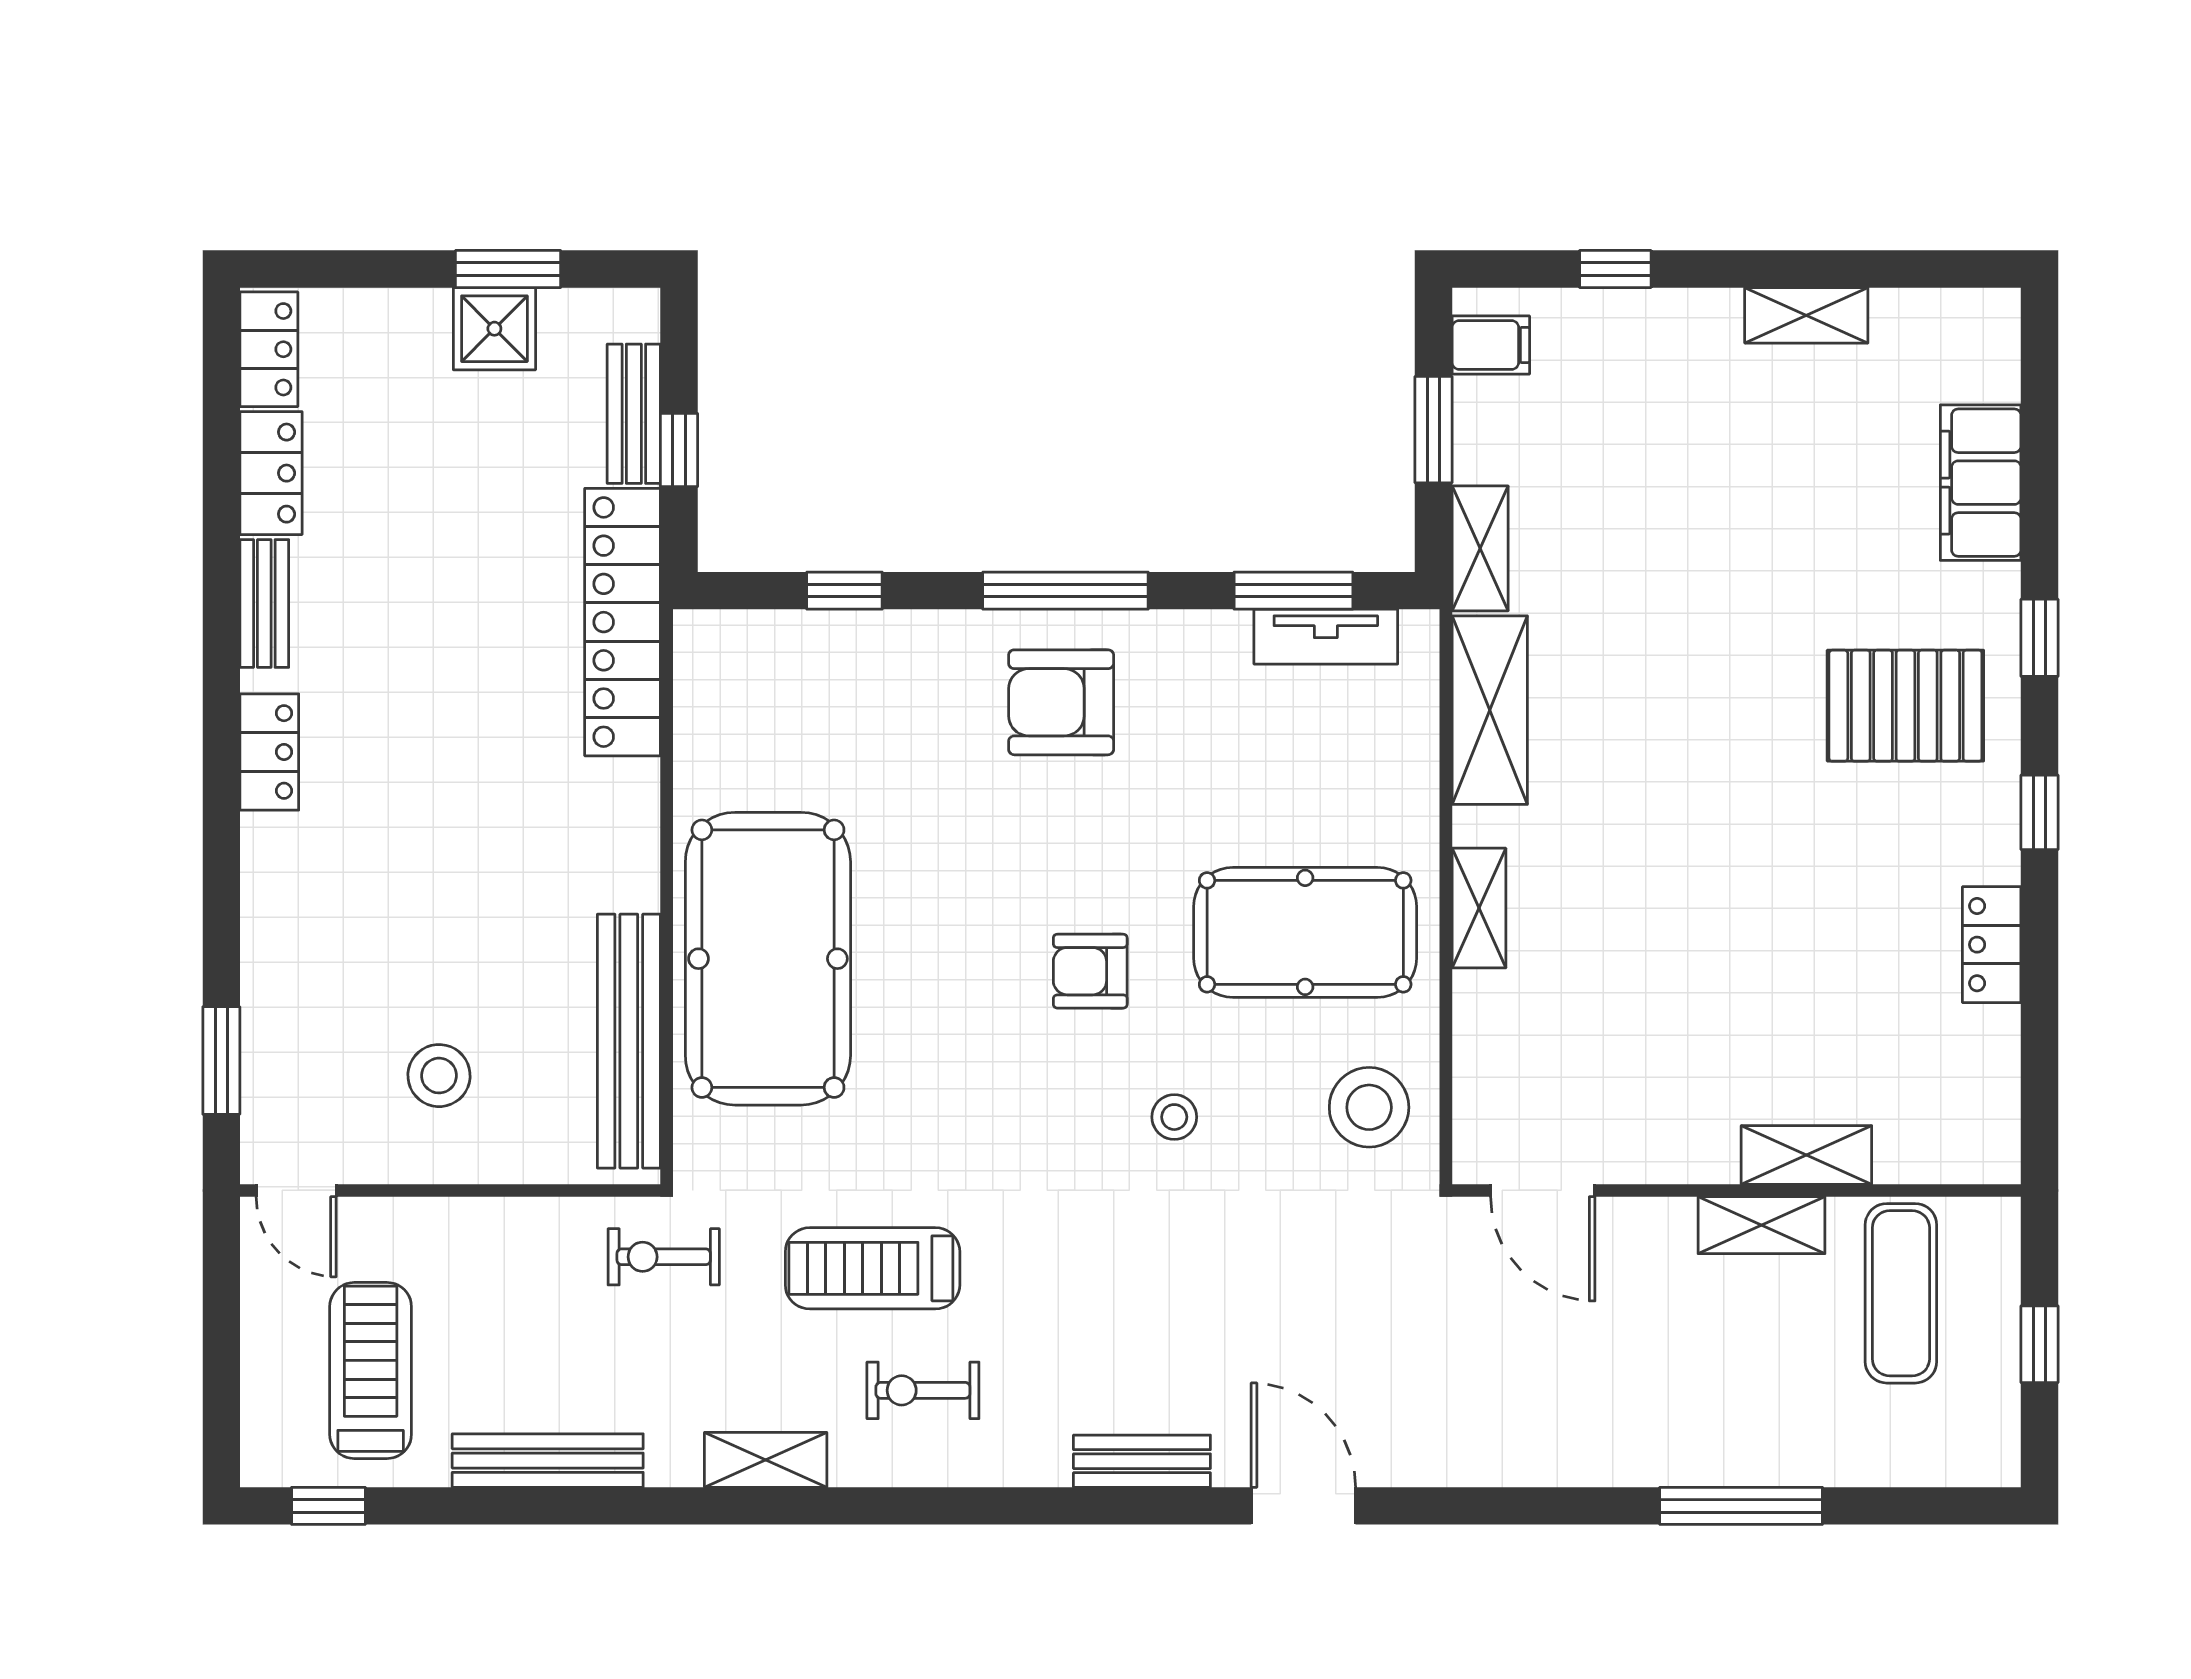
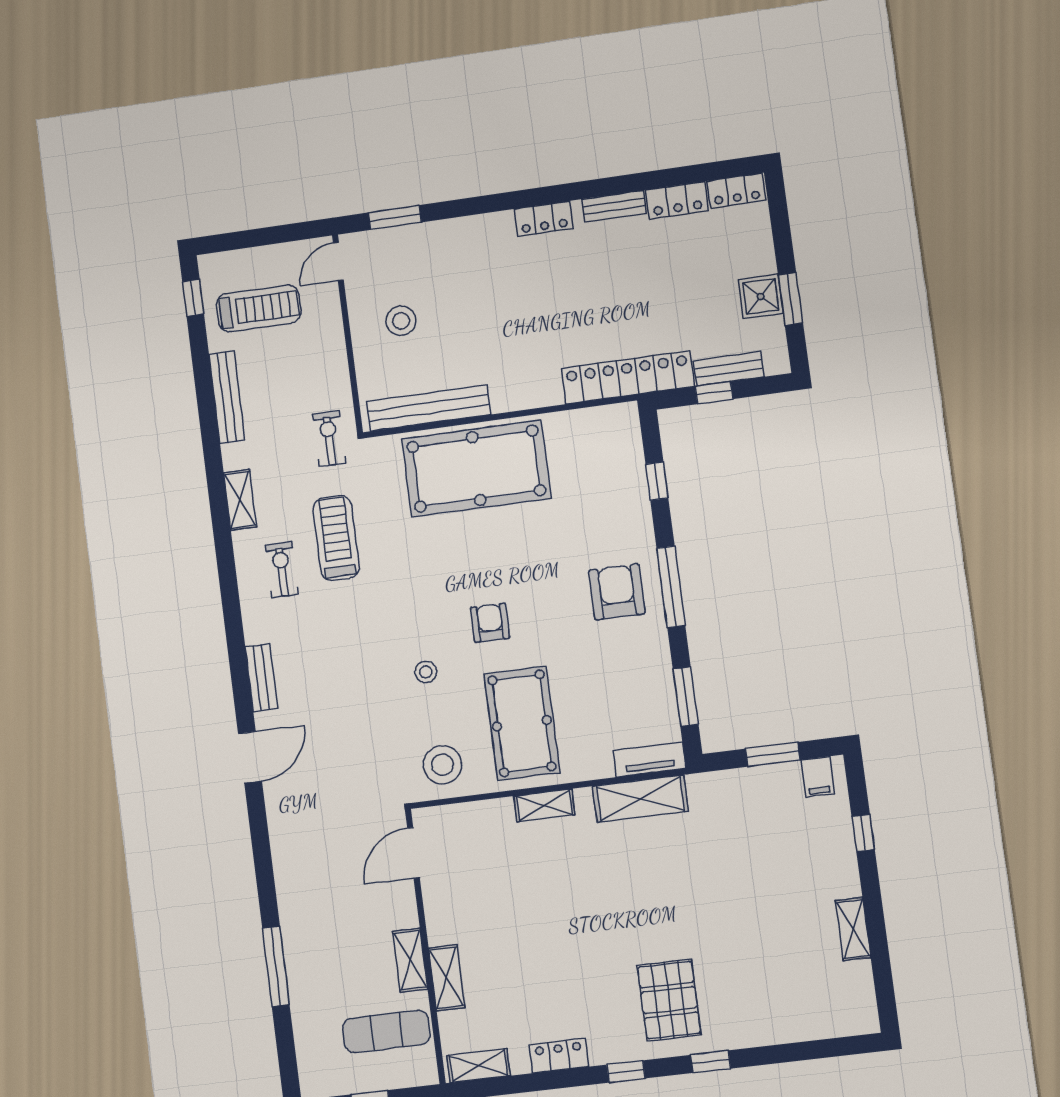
filing cabinet: (1981, 483) -> (783, 1024), removed
shelving: (1480, 548) -> (479, 1066), moved
tv unit: (1326, 637) -> (649, 759), moved, turned 90

